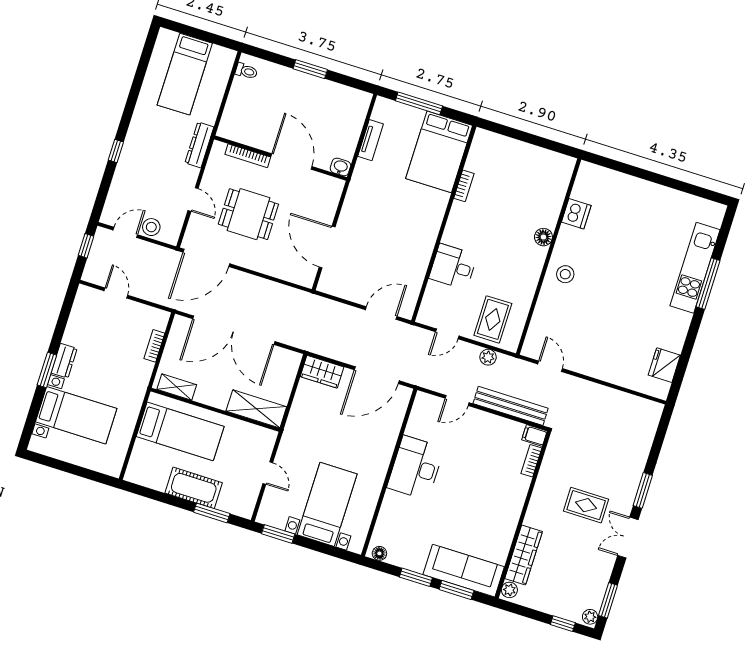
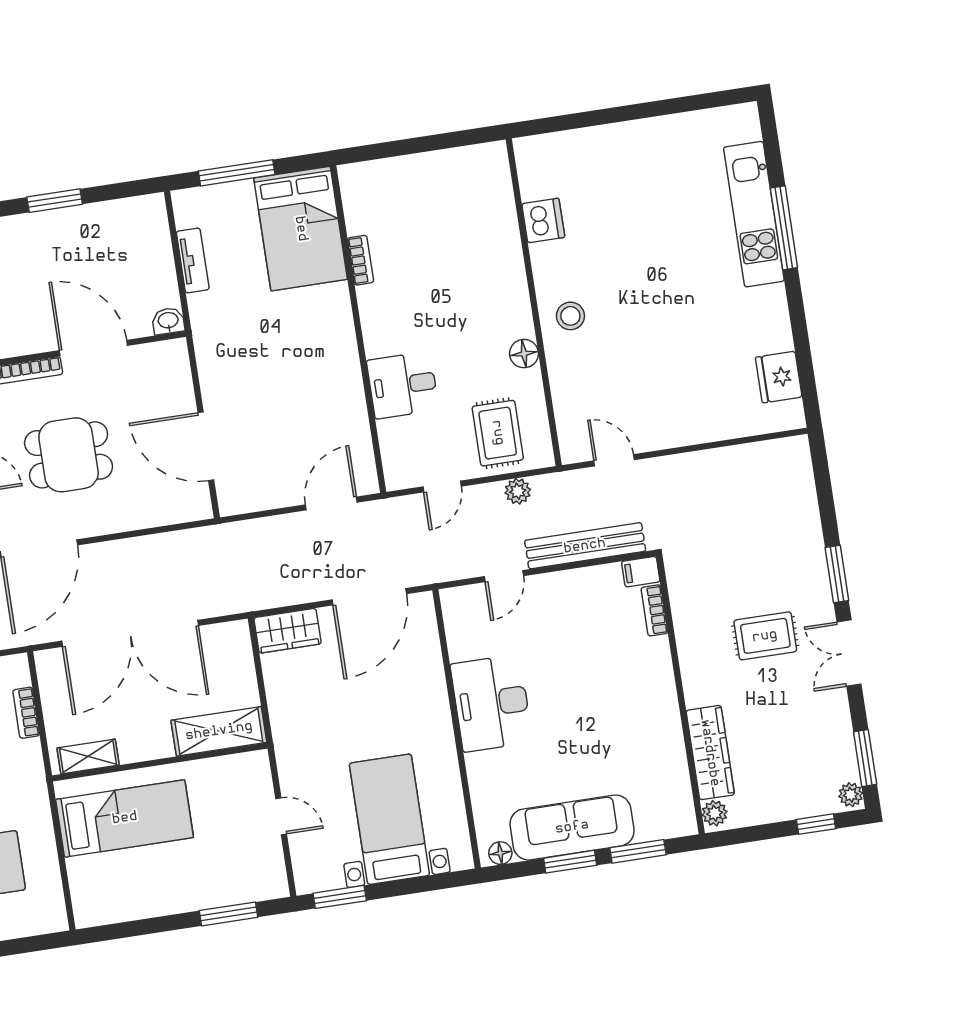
floor lamp: (543, 237) -> (524, 354), moved
cot: (194, 488) -> (184, 890), removed
sofa: (464, 571) -> (572, 827), moved

